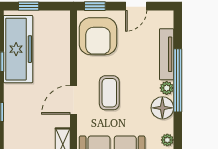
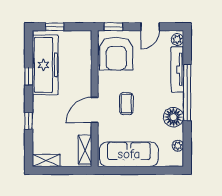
plant: (167, 88) -> (177, 40), moved
coffee table: (109, 93) -> (126, 104), width x0.73, depth x0.77

